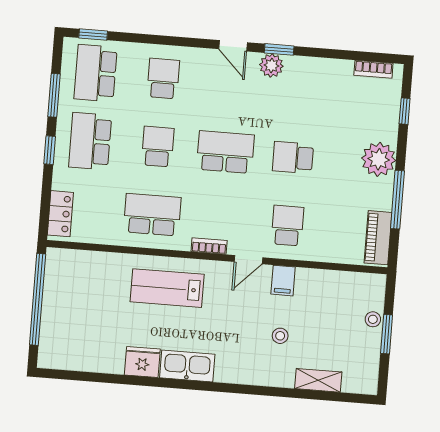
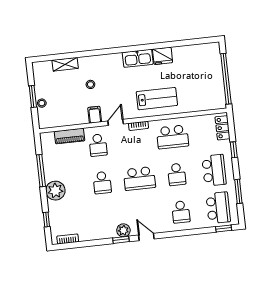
window: (50, 150) -> (234, 150), moved
school desk: (293, 157) -> (102, 183), turned 90
piano: (378, 238) -> (70, 136), moved, turned 90

